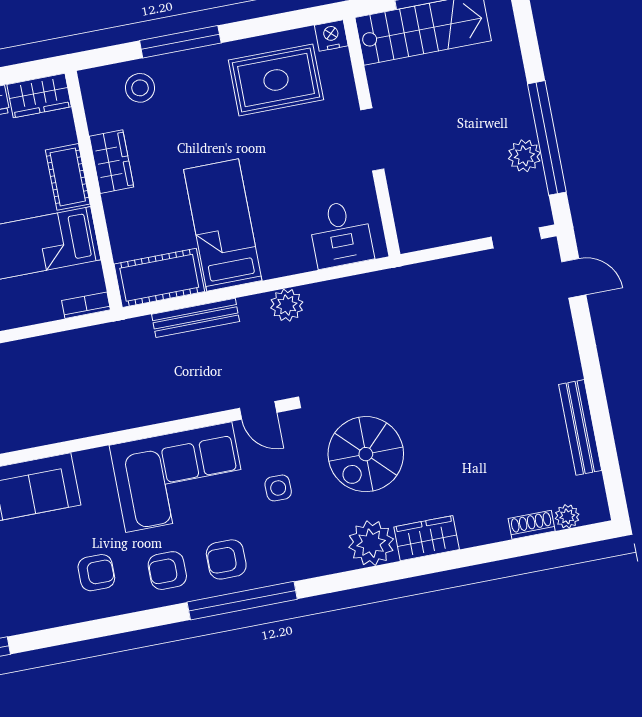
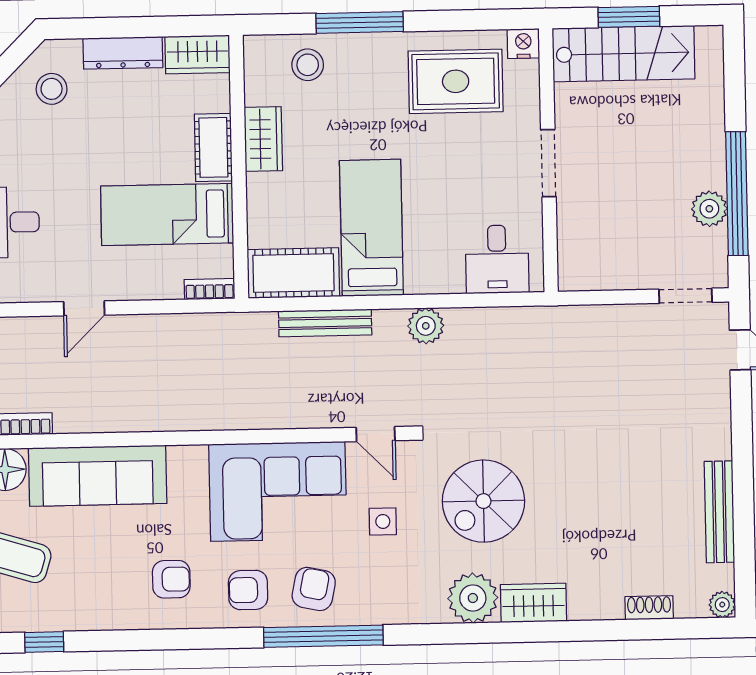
plant: (567, 516) -> (722, 605), moved
armchair: (226, 559) -> (314, 589), turned 102

